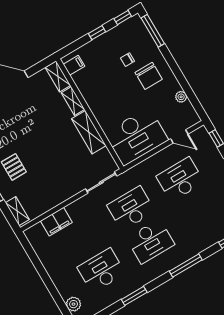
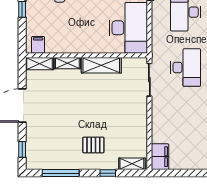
desk: (131, 208) -> (186, 67), turned 180
filing cabinet: (56, 222) -> (160, 157), moved

